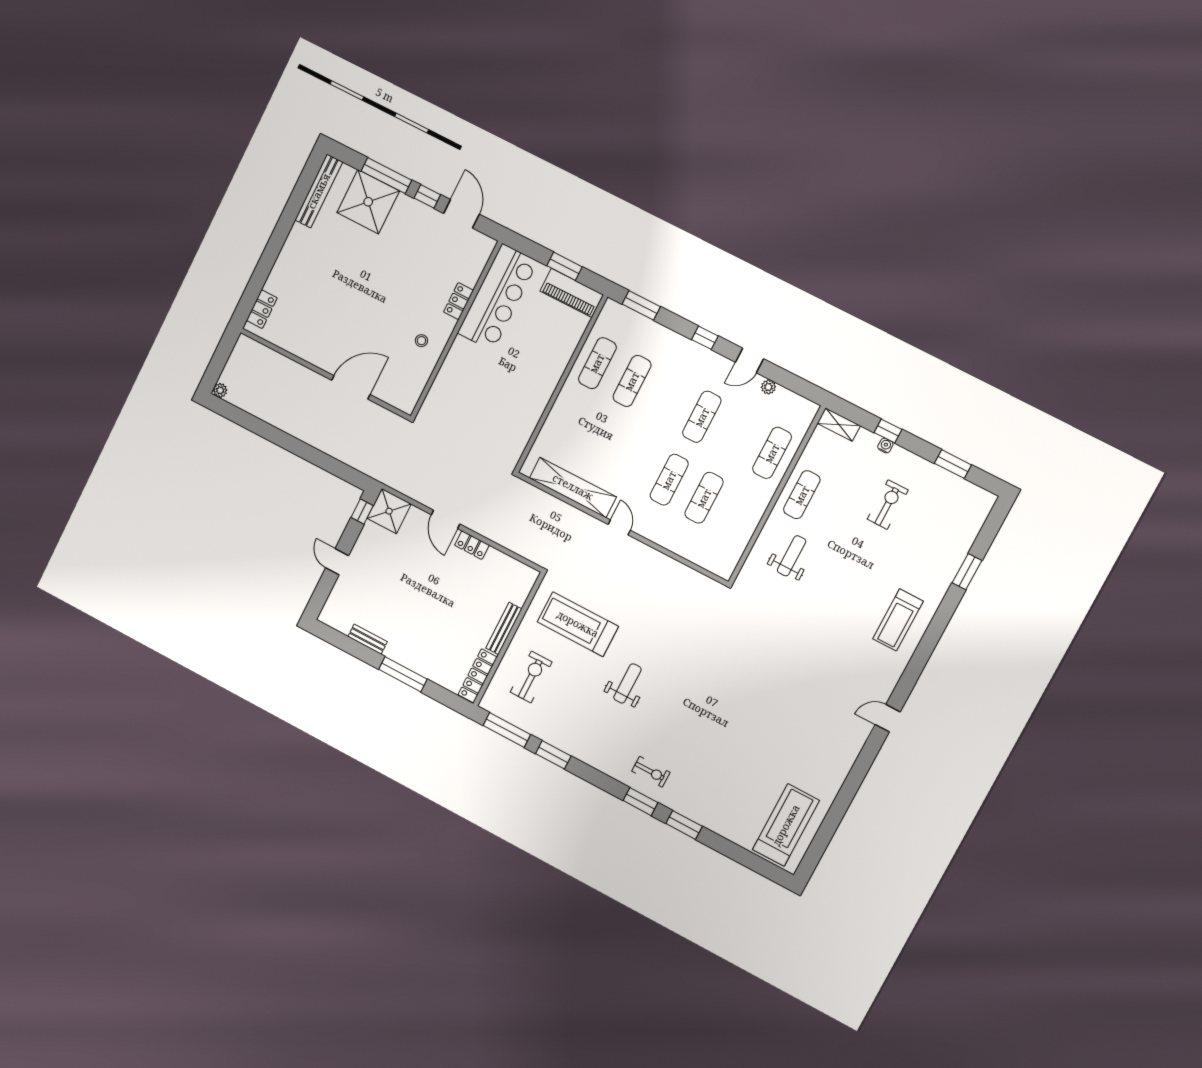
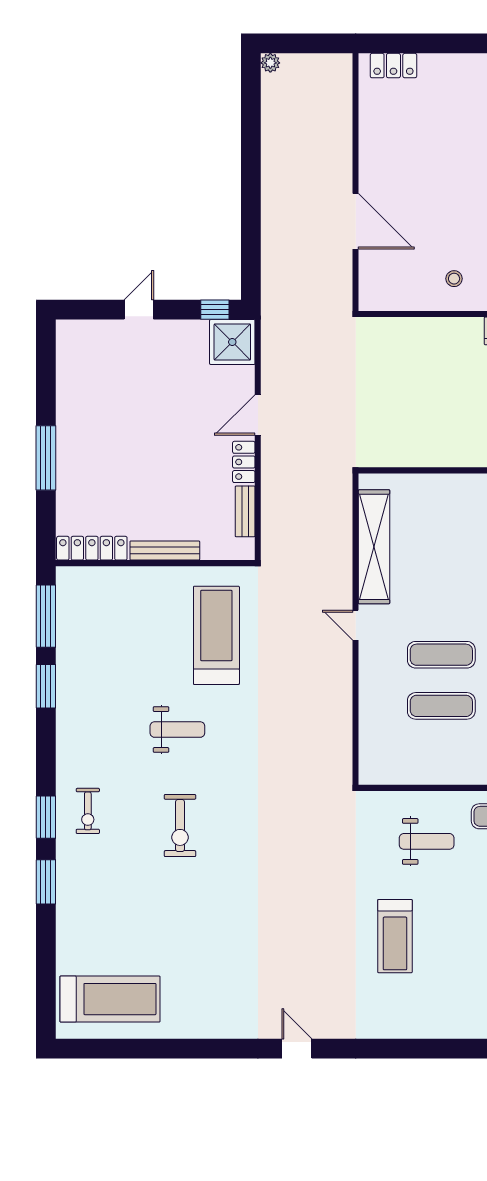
door: (619, 527) -> (356, 625), swing flipped
treadmill: (898, 620) -> (395, 936), moved, turned -90
bench: (368, 639) -> (245, 511), moved
exercise bike: (531, 677) -> (180, 826), moved, turned 90

